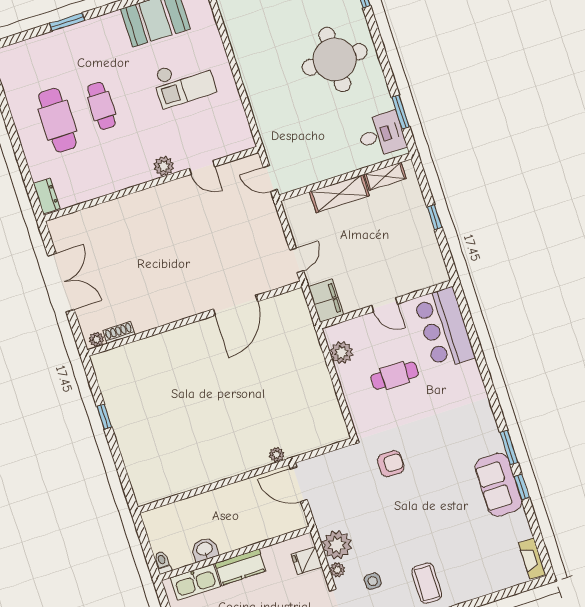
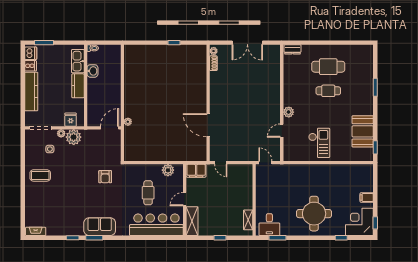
checkout: (184, 82) -> (319, 143), moved, turned 180
door: (270, 179) -> (265, 163), hinge flipped
shelving: (339, 194) -> (192, 221), moved
bar counter: (444, 328) -> (156, 225), width x1.36
sofa: (498, 485) -> (100, 227), moved

